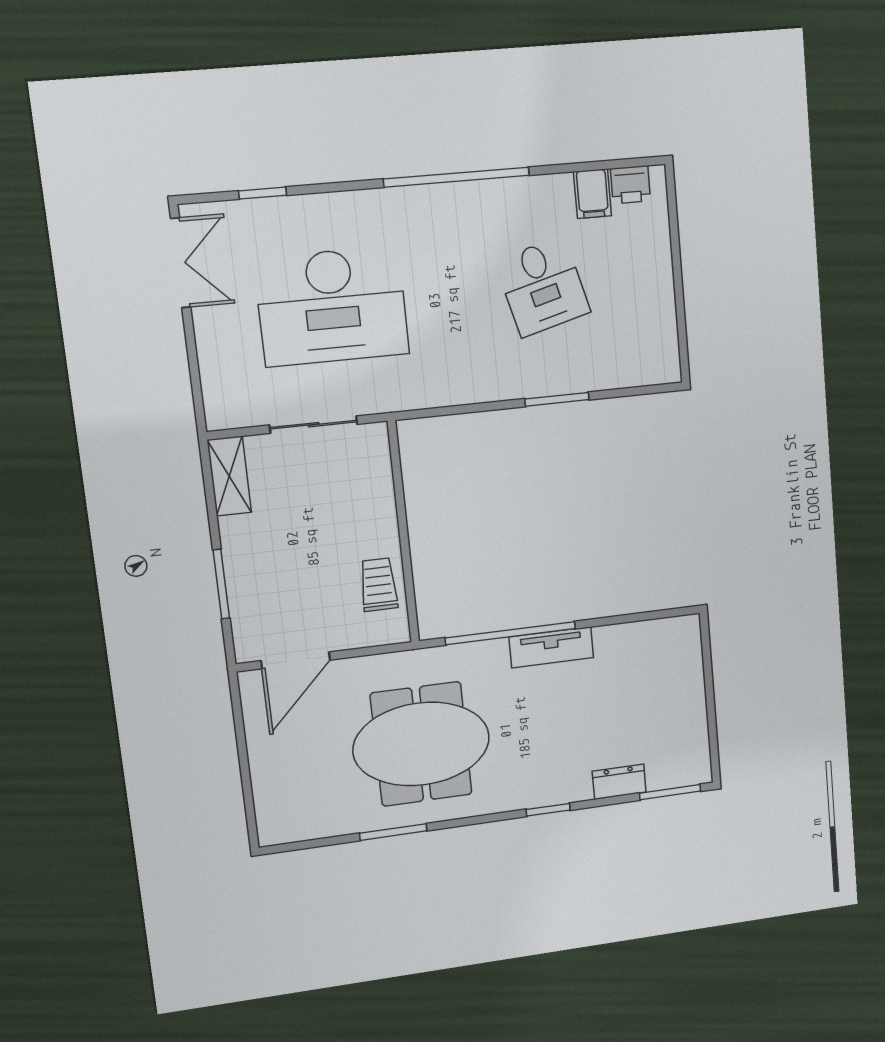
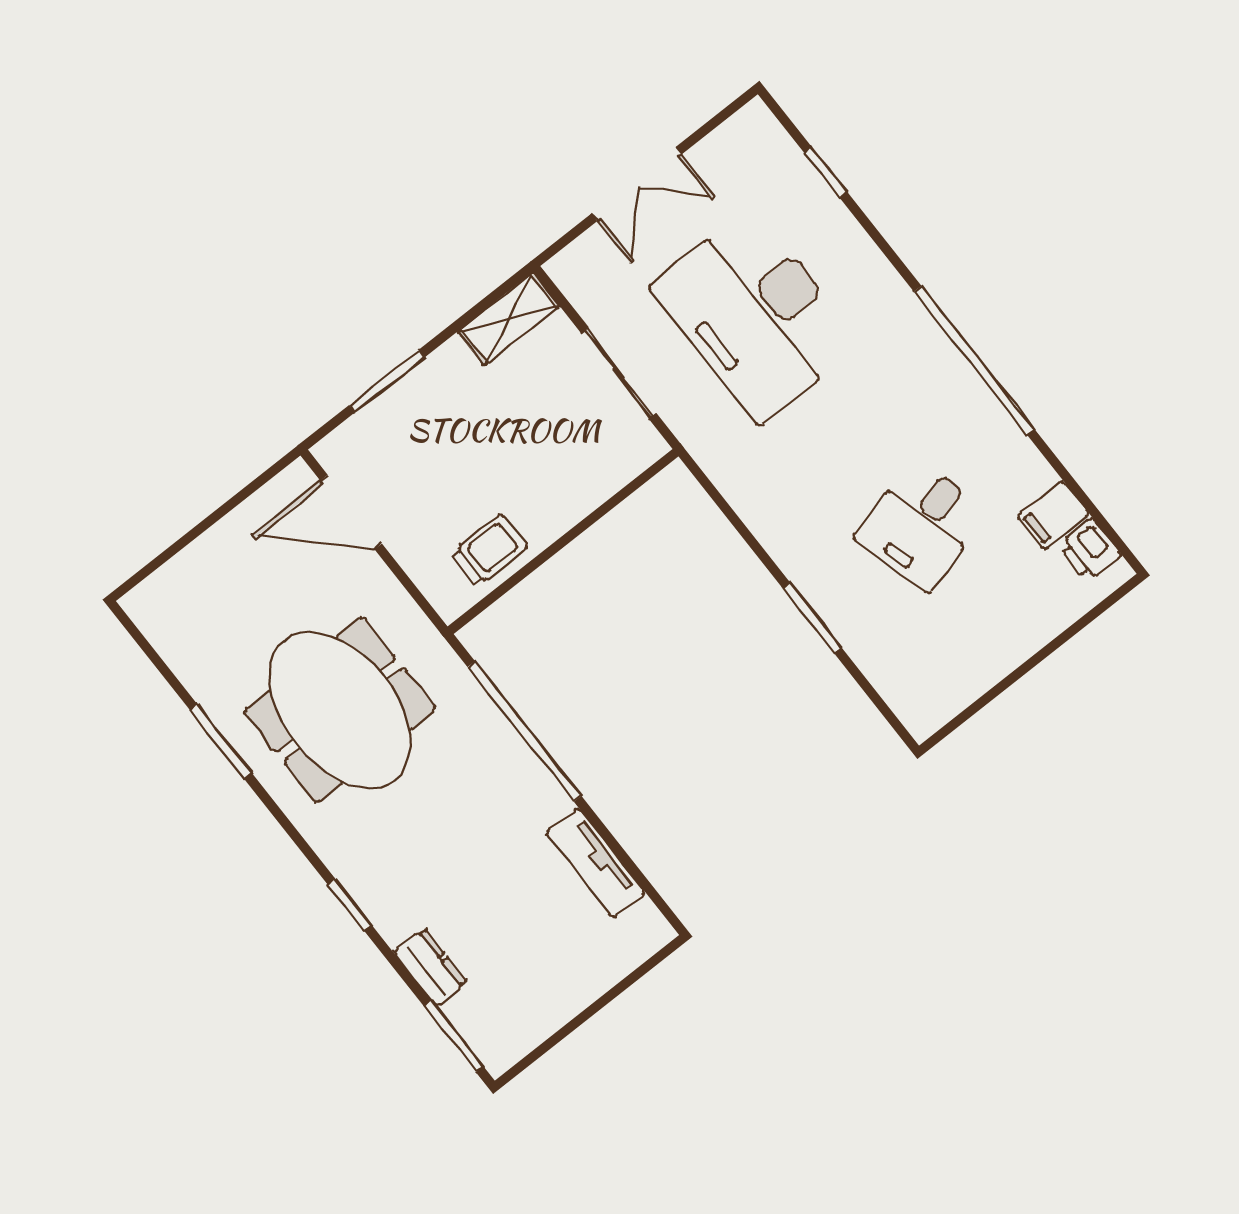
double door: (181, 263) -> (636, 184), moved
tv unit: (551, 647) -> (595, 863), moved

